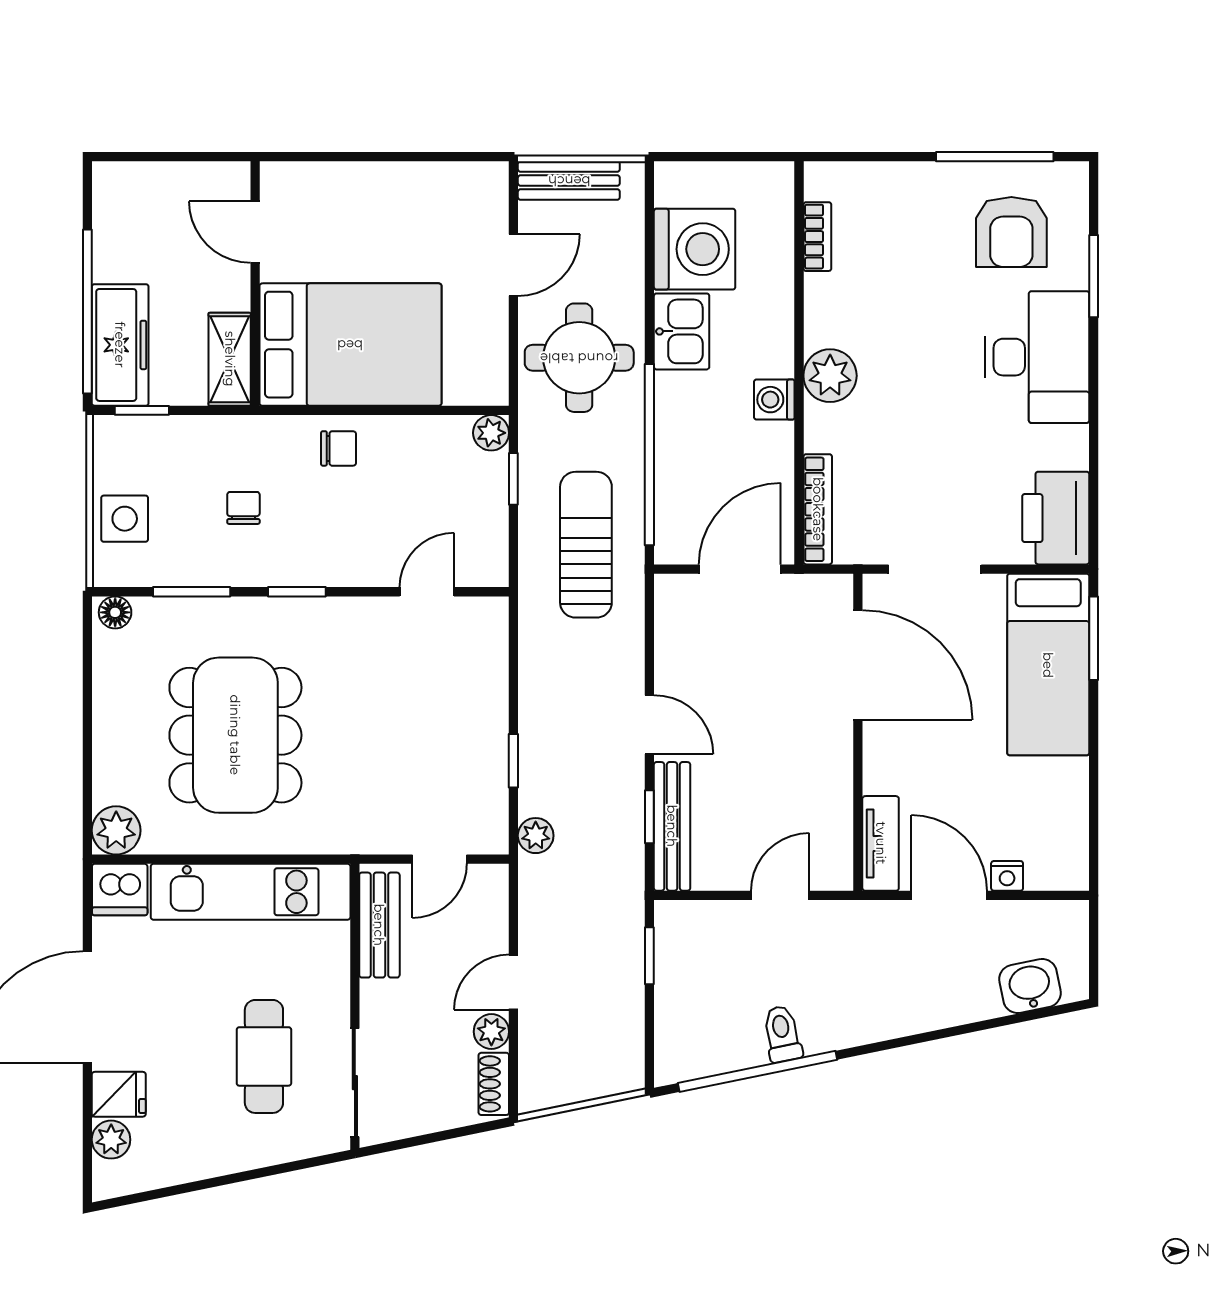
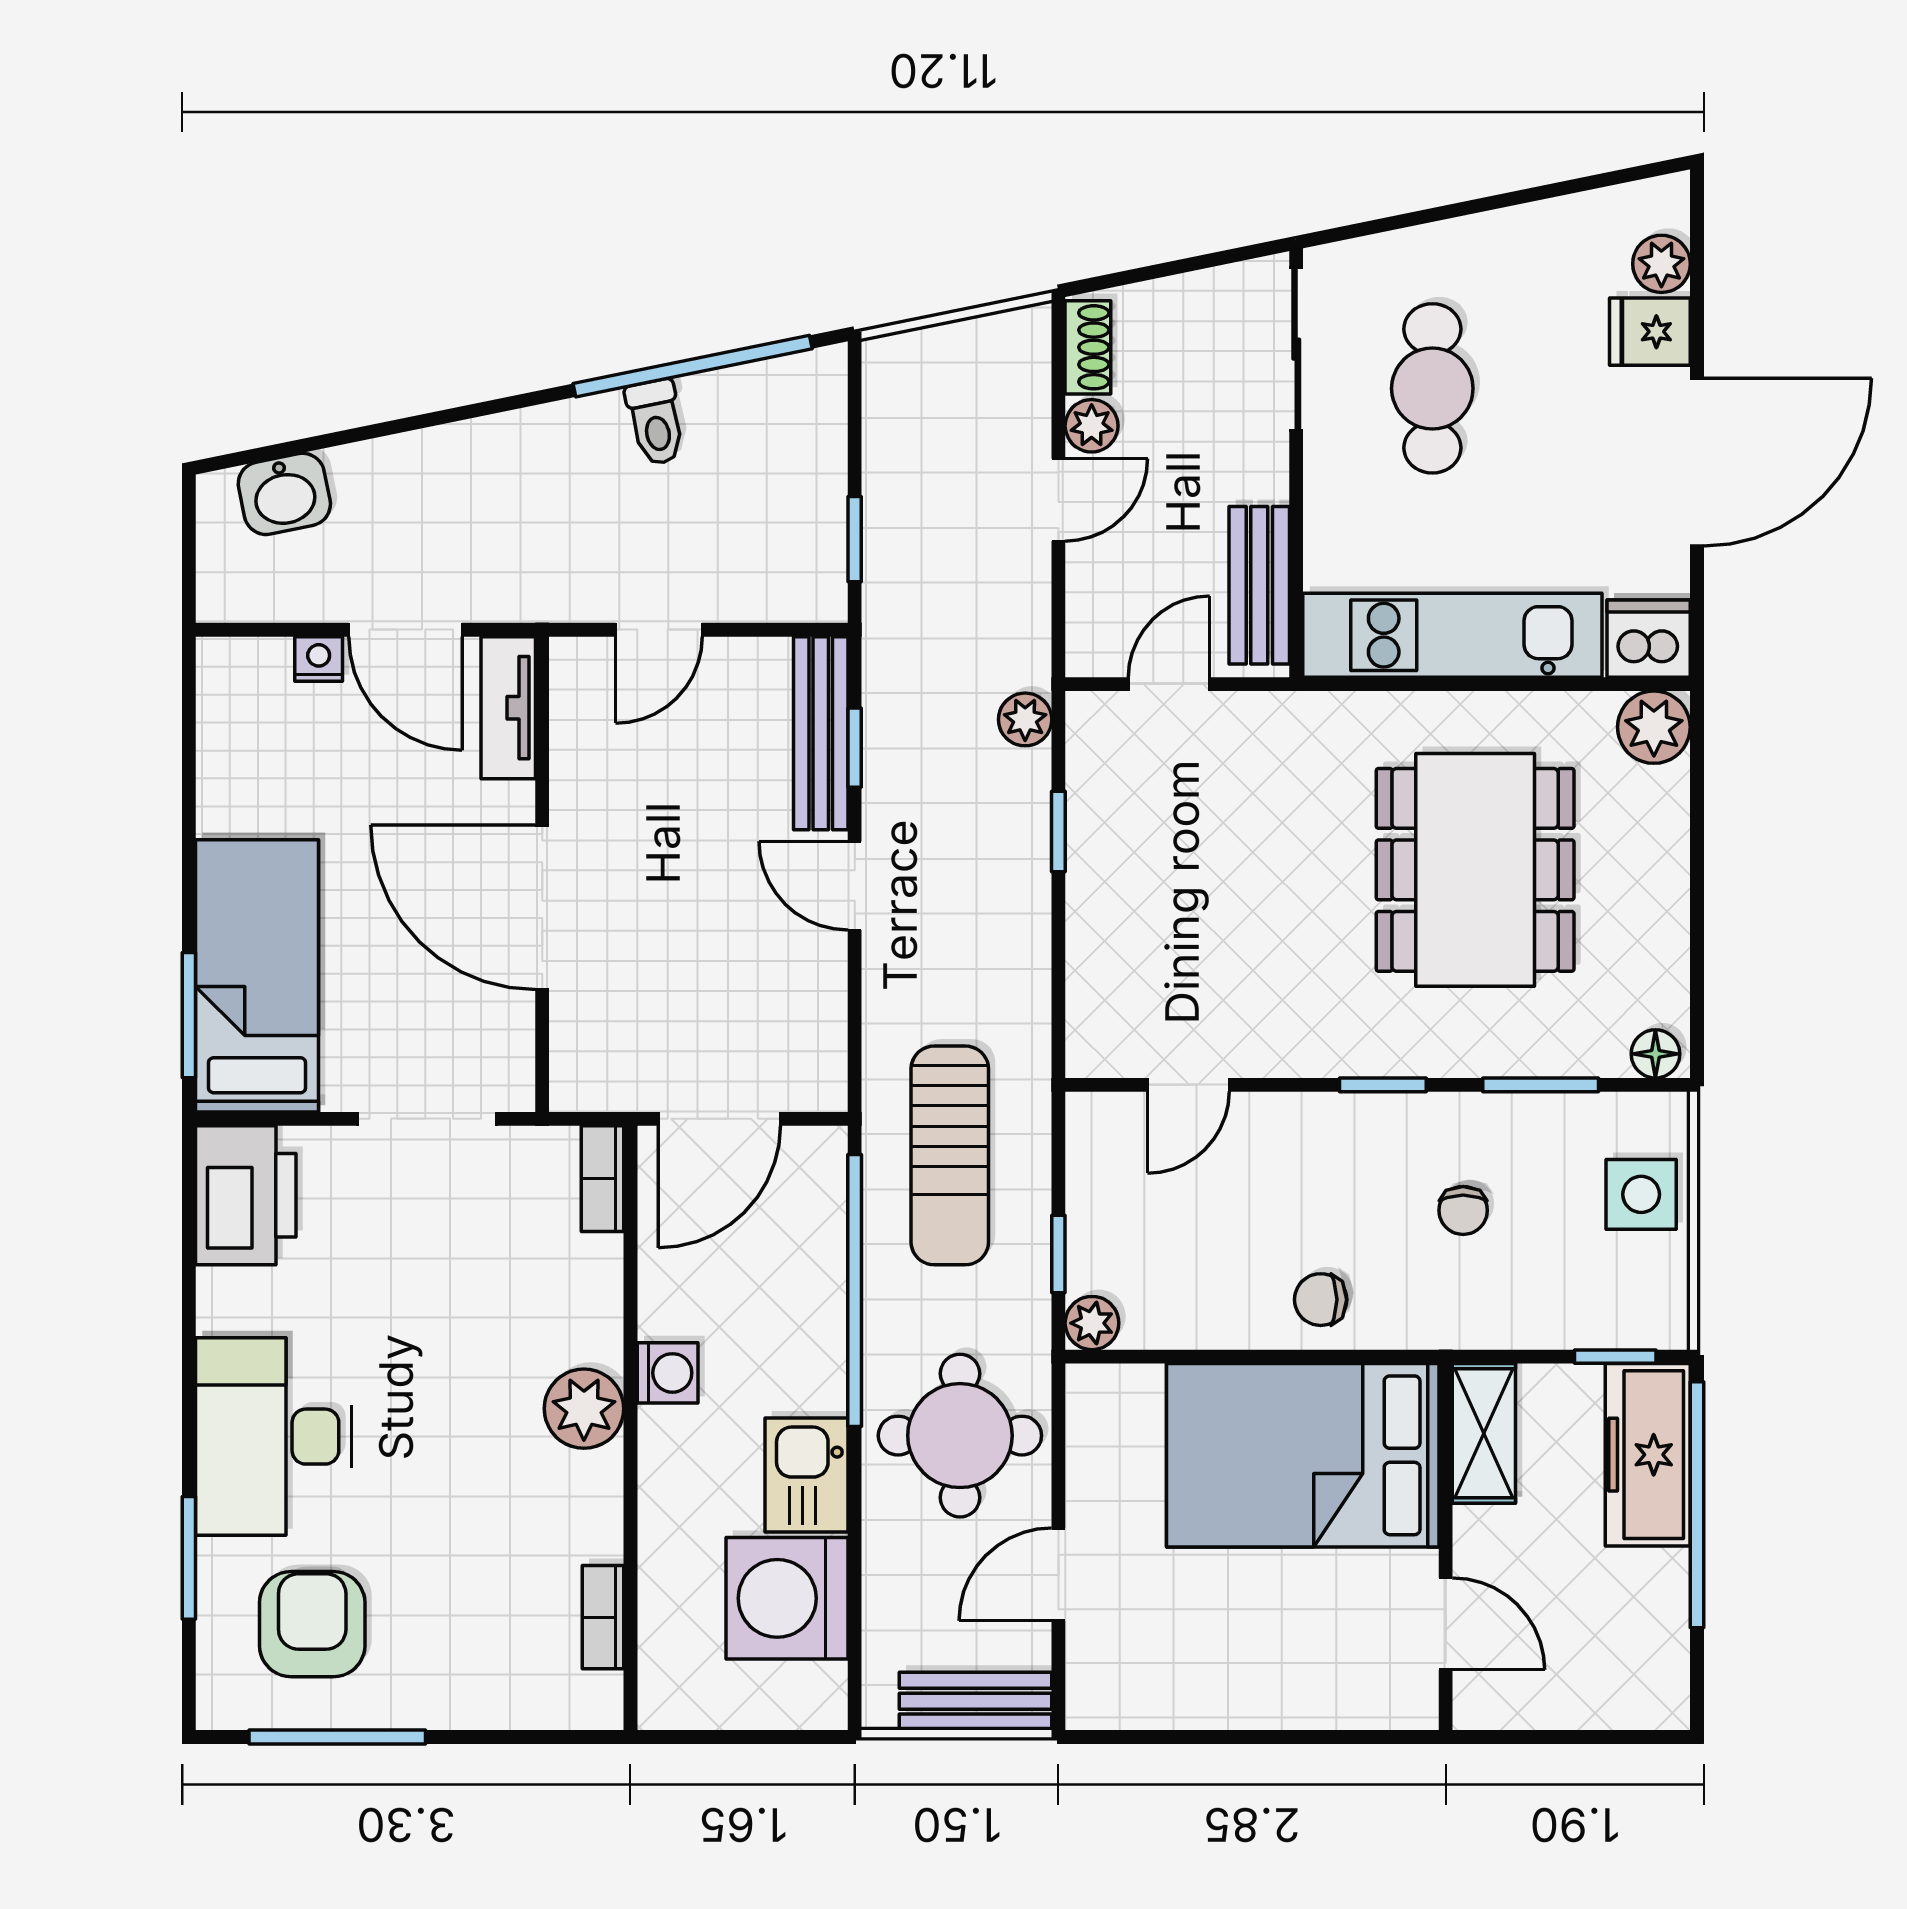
bookcase: (818, 509) -> (602, 1179), width x0.64
door: (858, 665) -> (542, 907), moved

